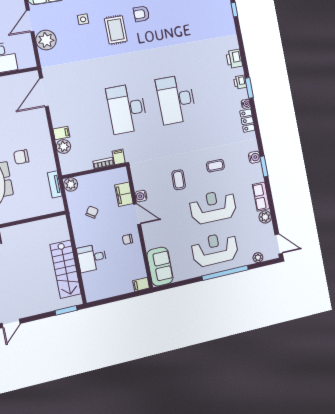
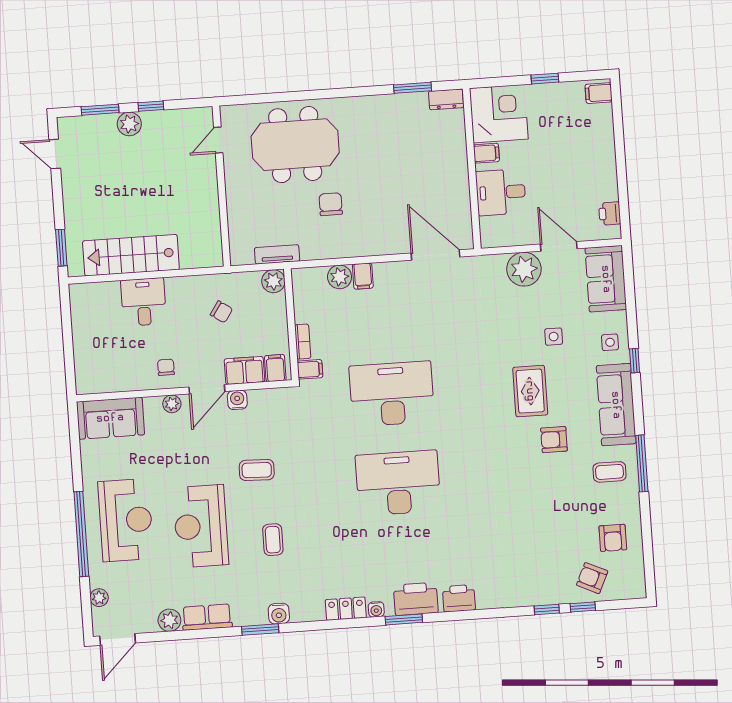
armchair: (141, 14) -> (554, 440), turned -90
rug: (116, 30) -> (530, 391), turned 90
printer: (240, 82) -> (416, 599), width x1.87, depth x1.48
reception desk: (213, 207) -> (201, 526), turned 180
plant: (148, 233) -> (172, 404), added
filing cabinet: (141, 284) -> (275, 368), moved

